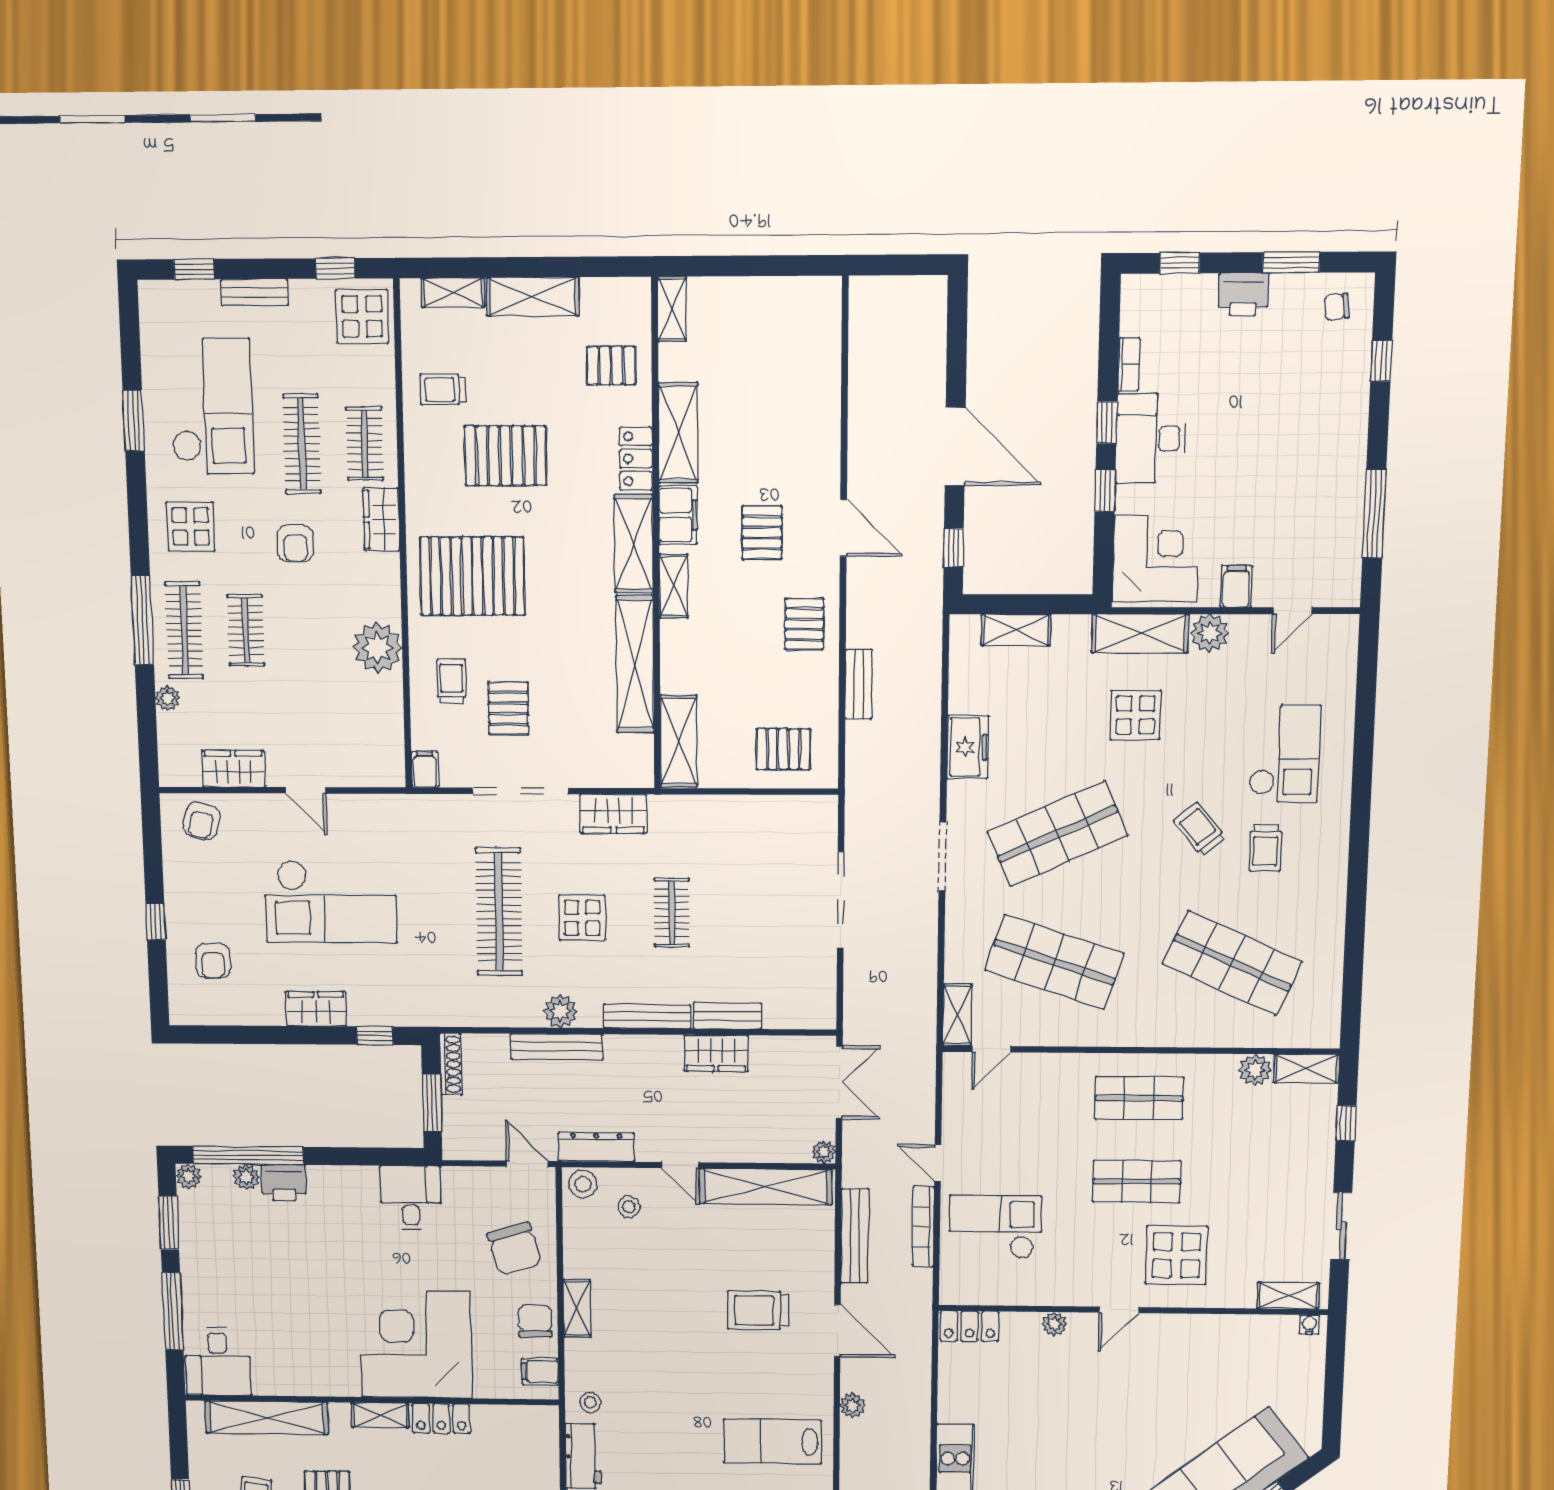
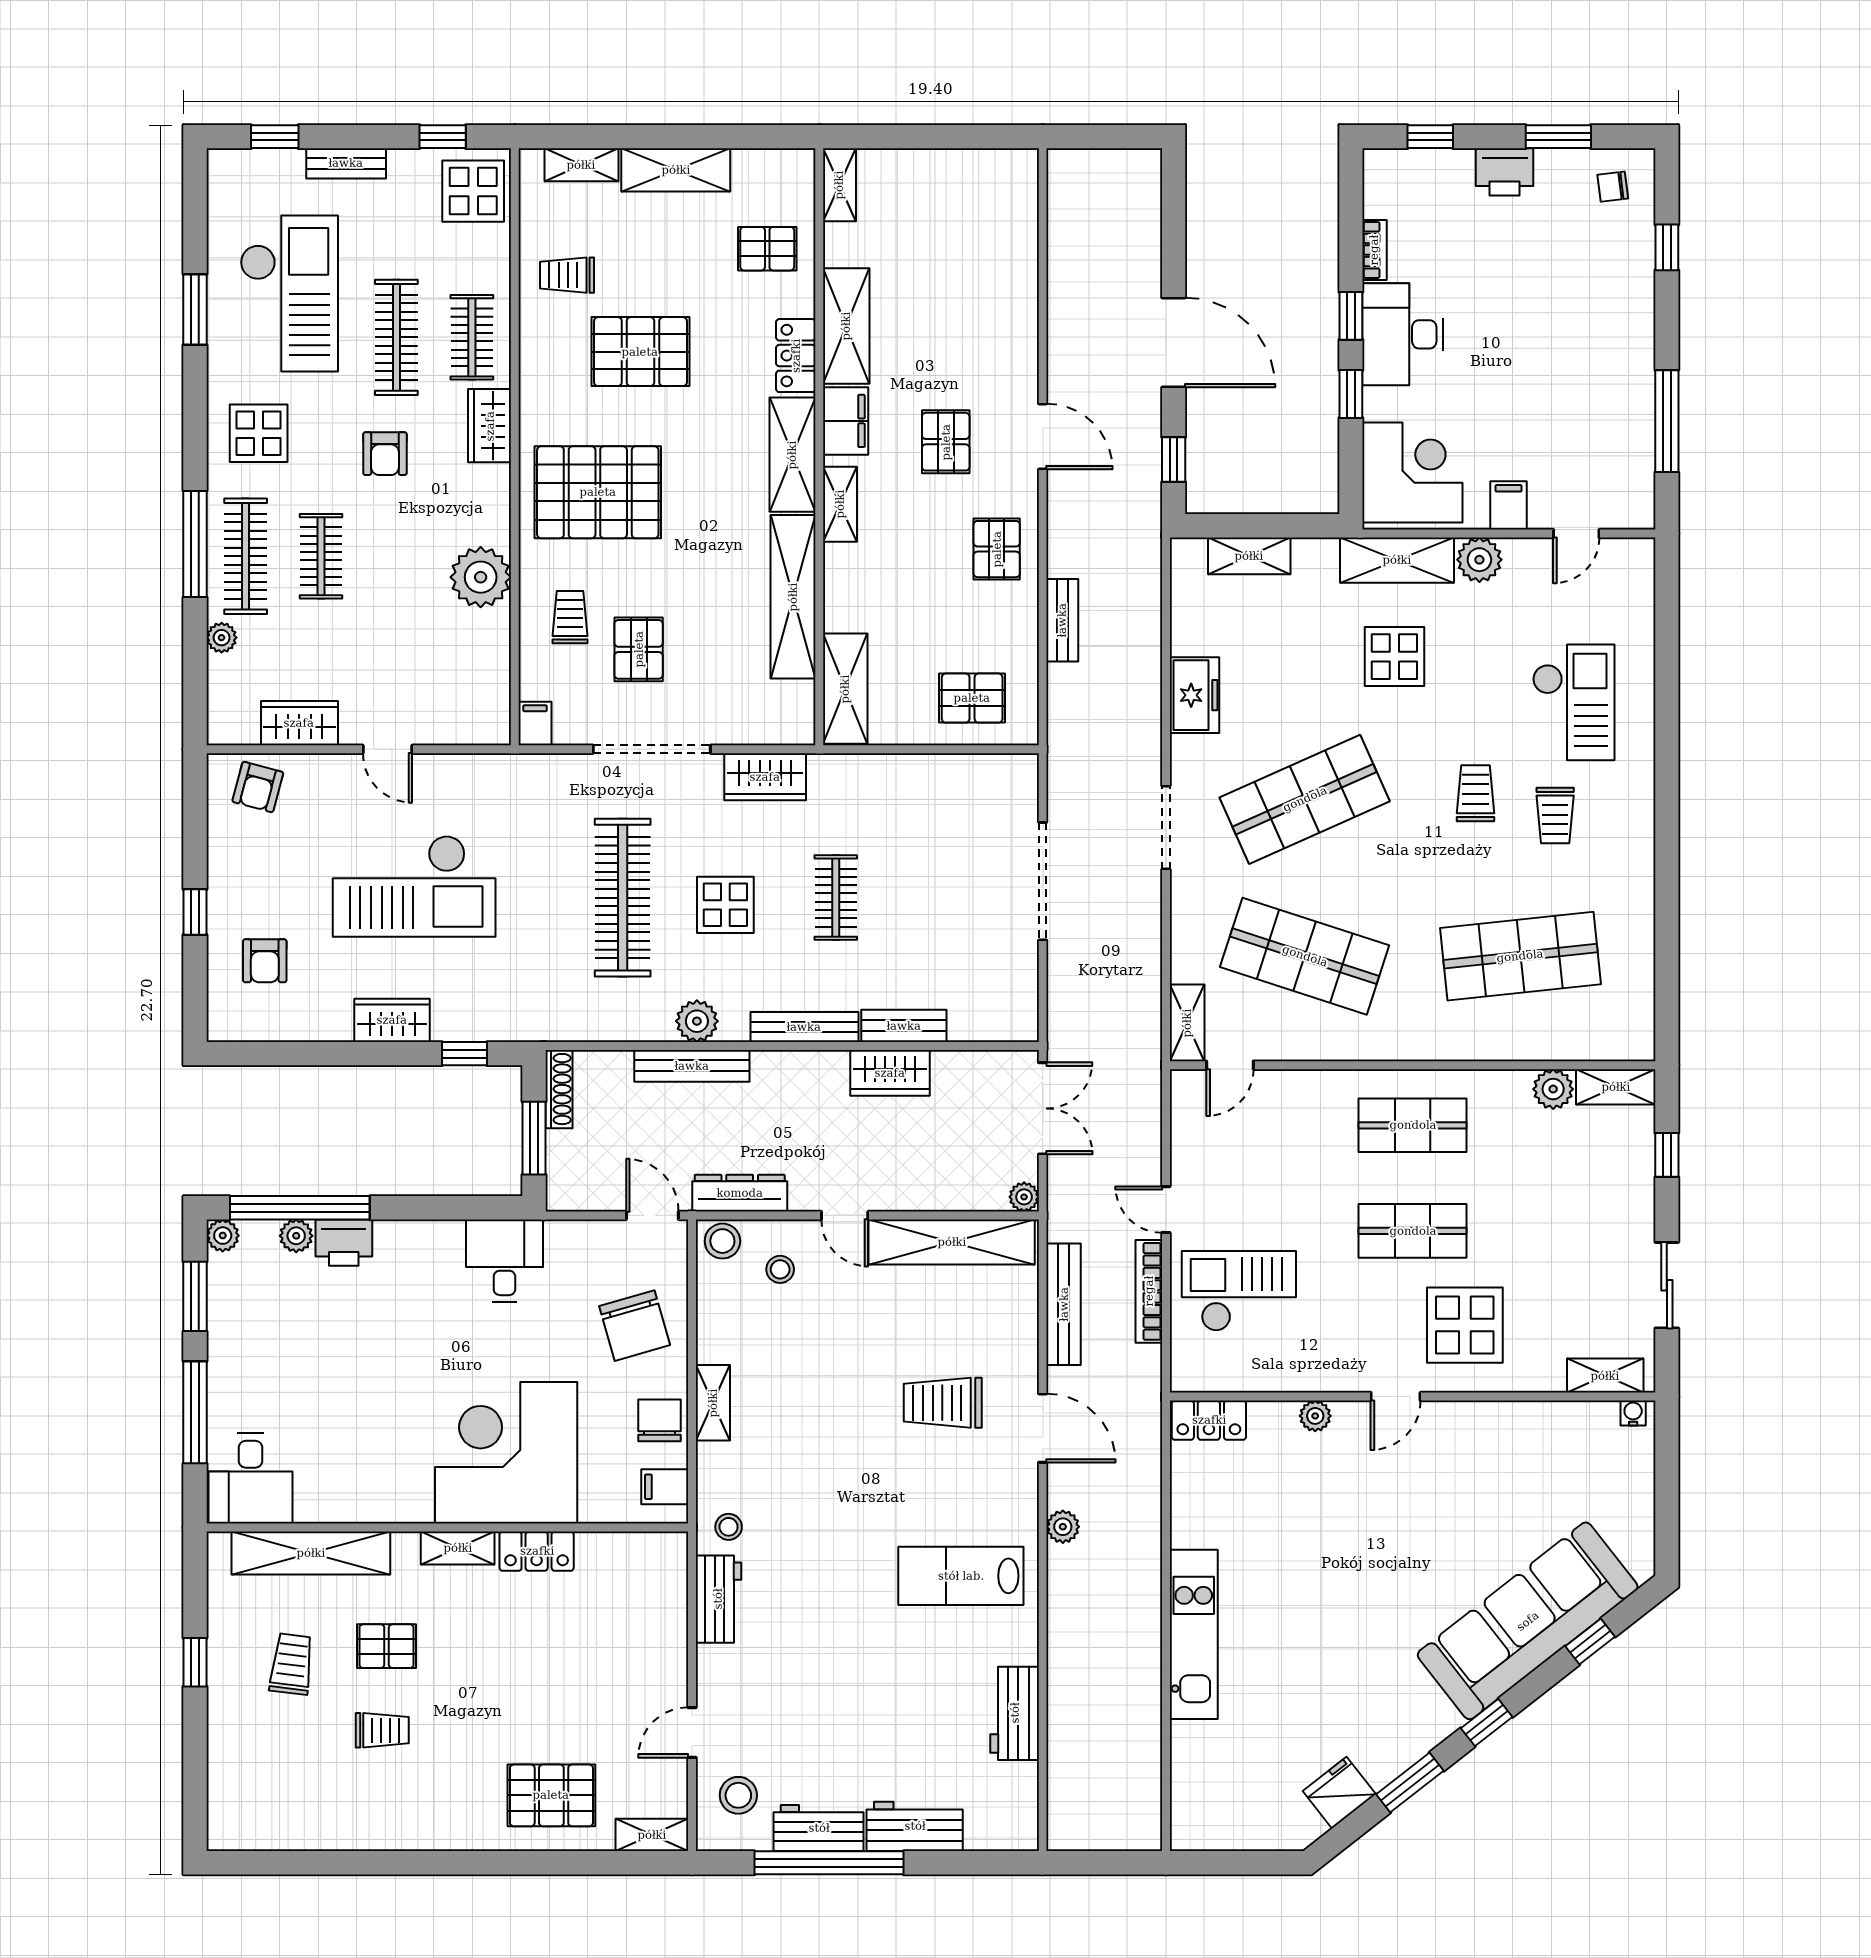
trolley: (1200, 829) -> (1476, 793), turned 40
shop shelf: (1232, 963) -> (1520, 956), turned -30

